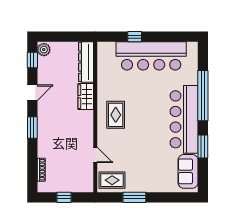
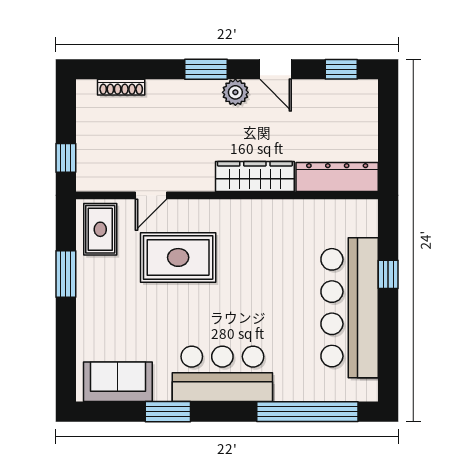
plant: (44, 50) -> (235, 92), moved
window: (203, 96) -> (307, 412), moved
wardrobe: (86, 97) -> (255, 176), width x1.50
rug: (116, 115) -> (178, 257), moved, width x1.36, depth x1.43
bar counter: (184, 119) -> (222, 374), width x0.73
window: (64, 197) -> (66, 158), moved

